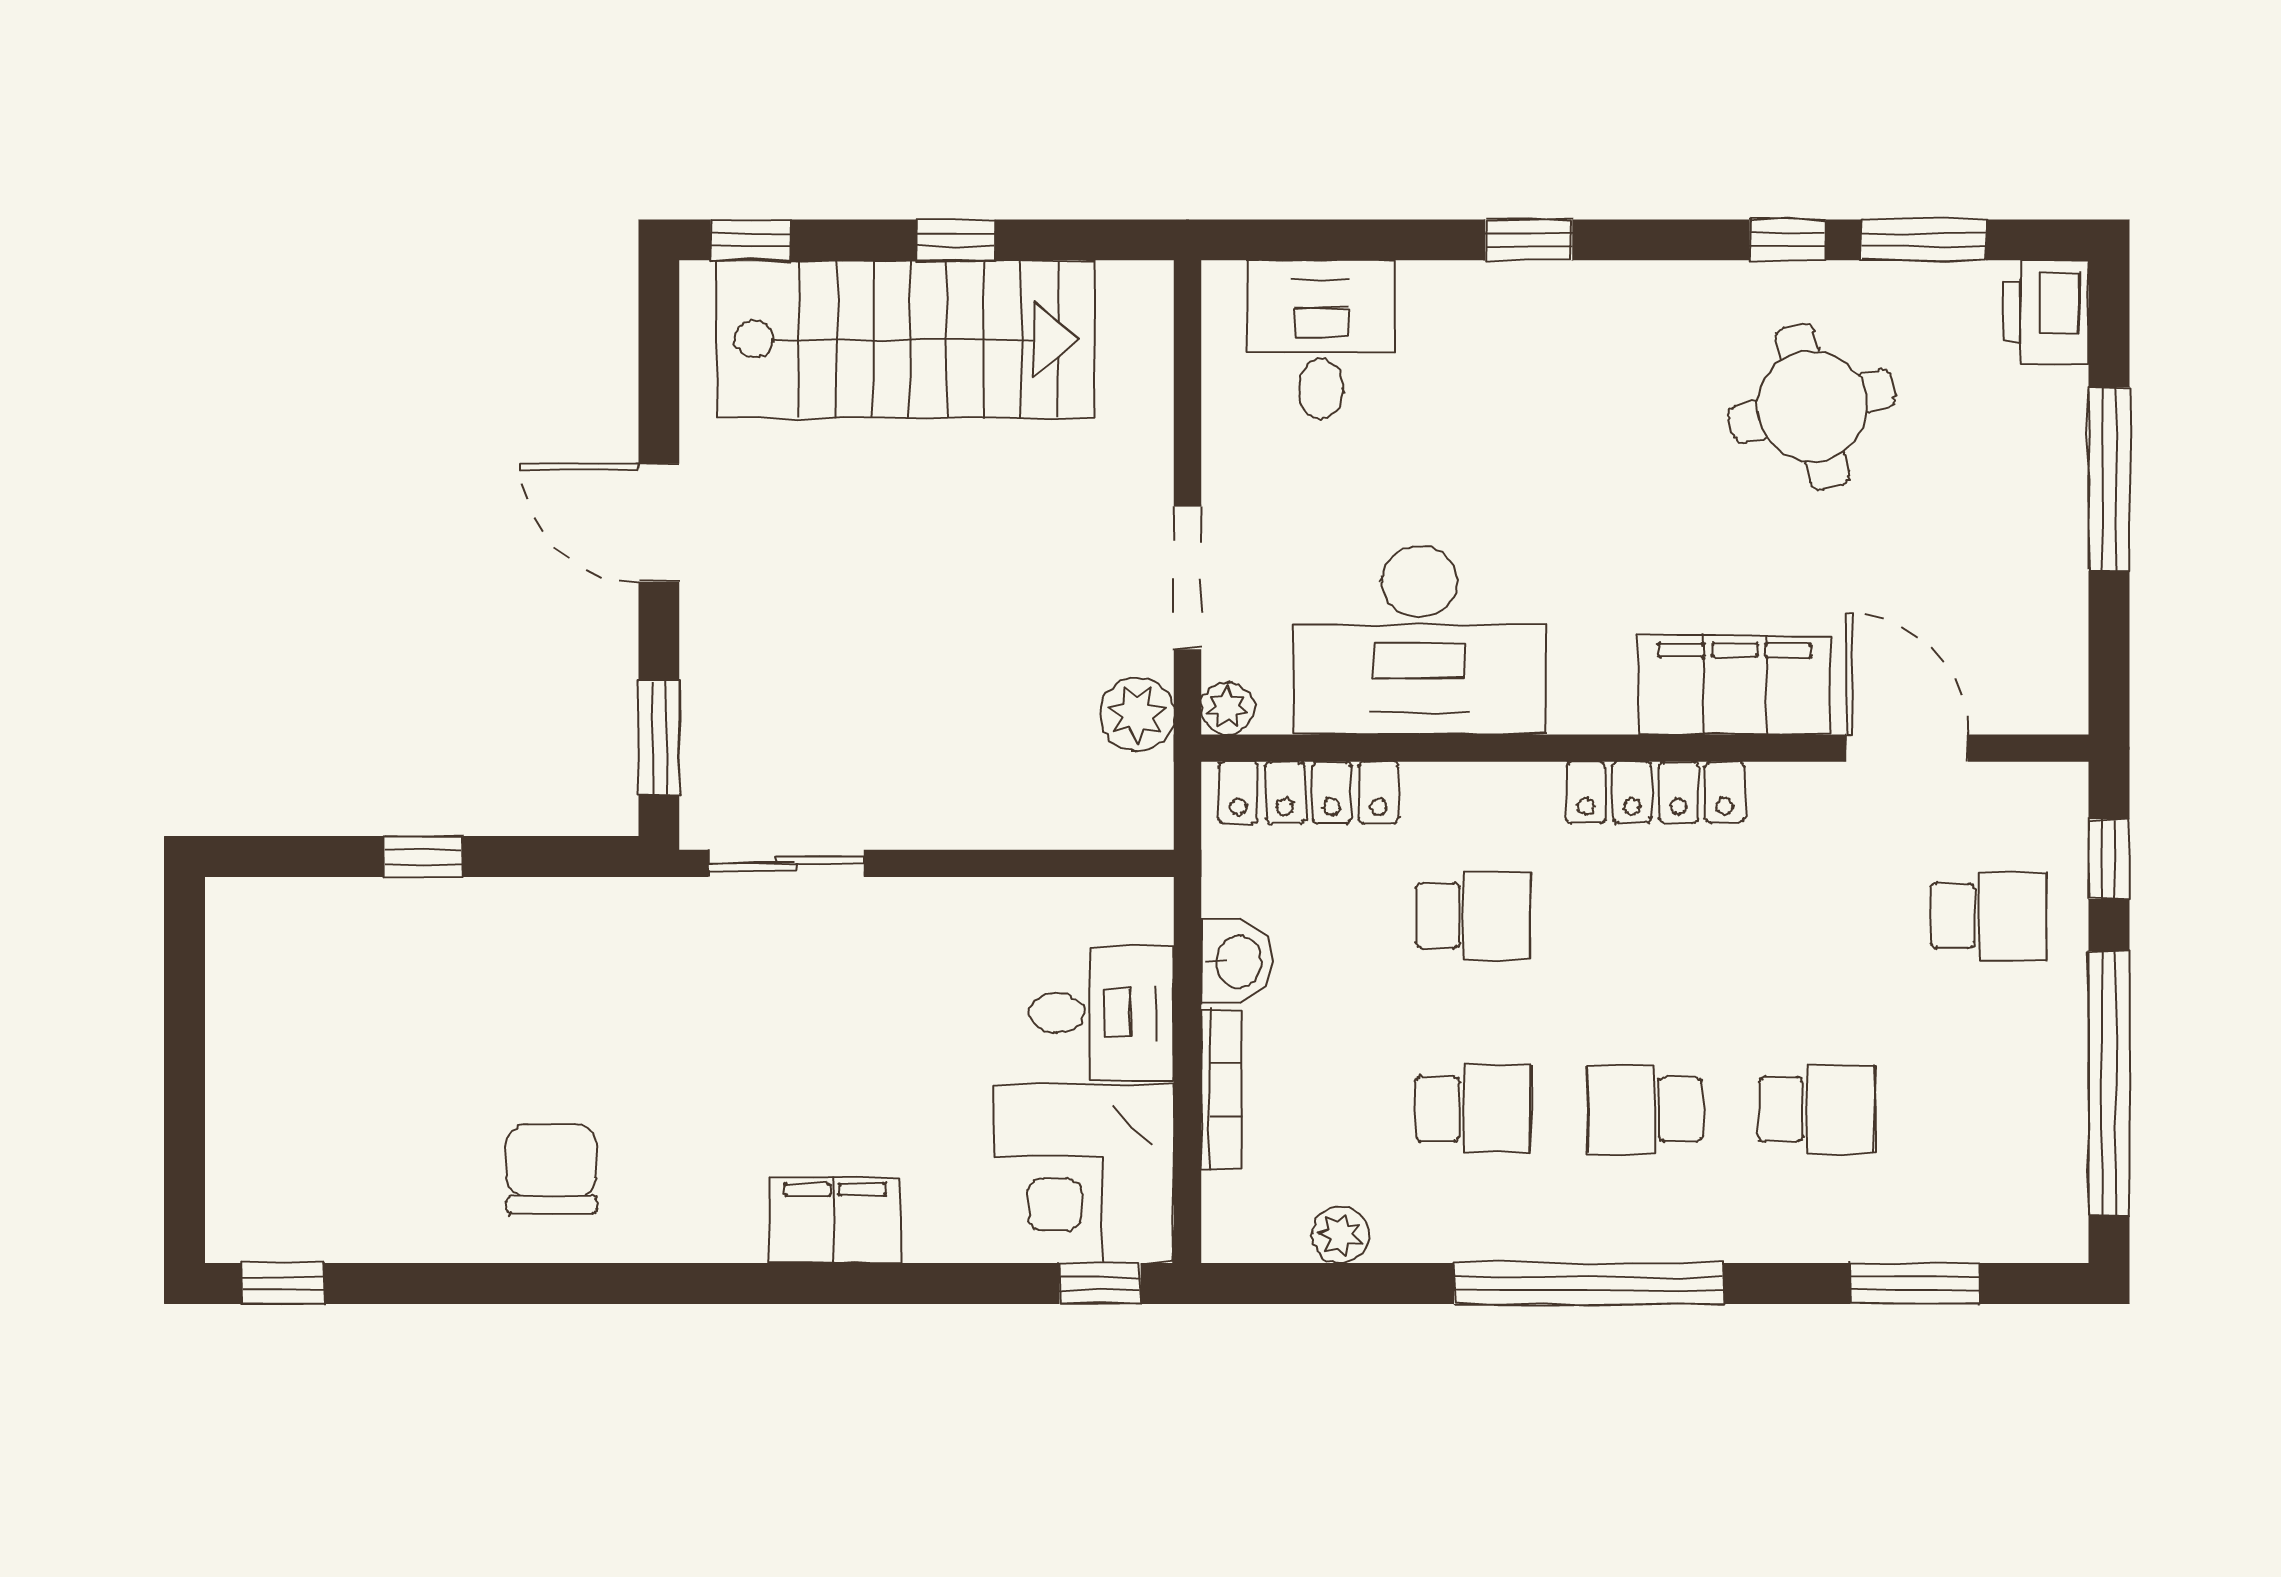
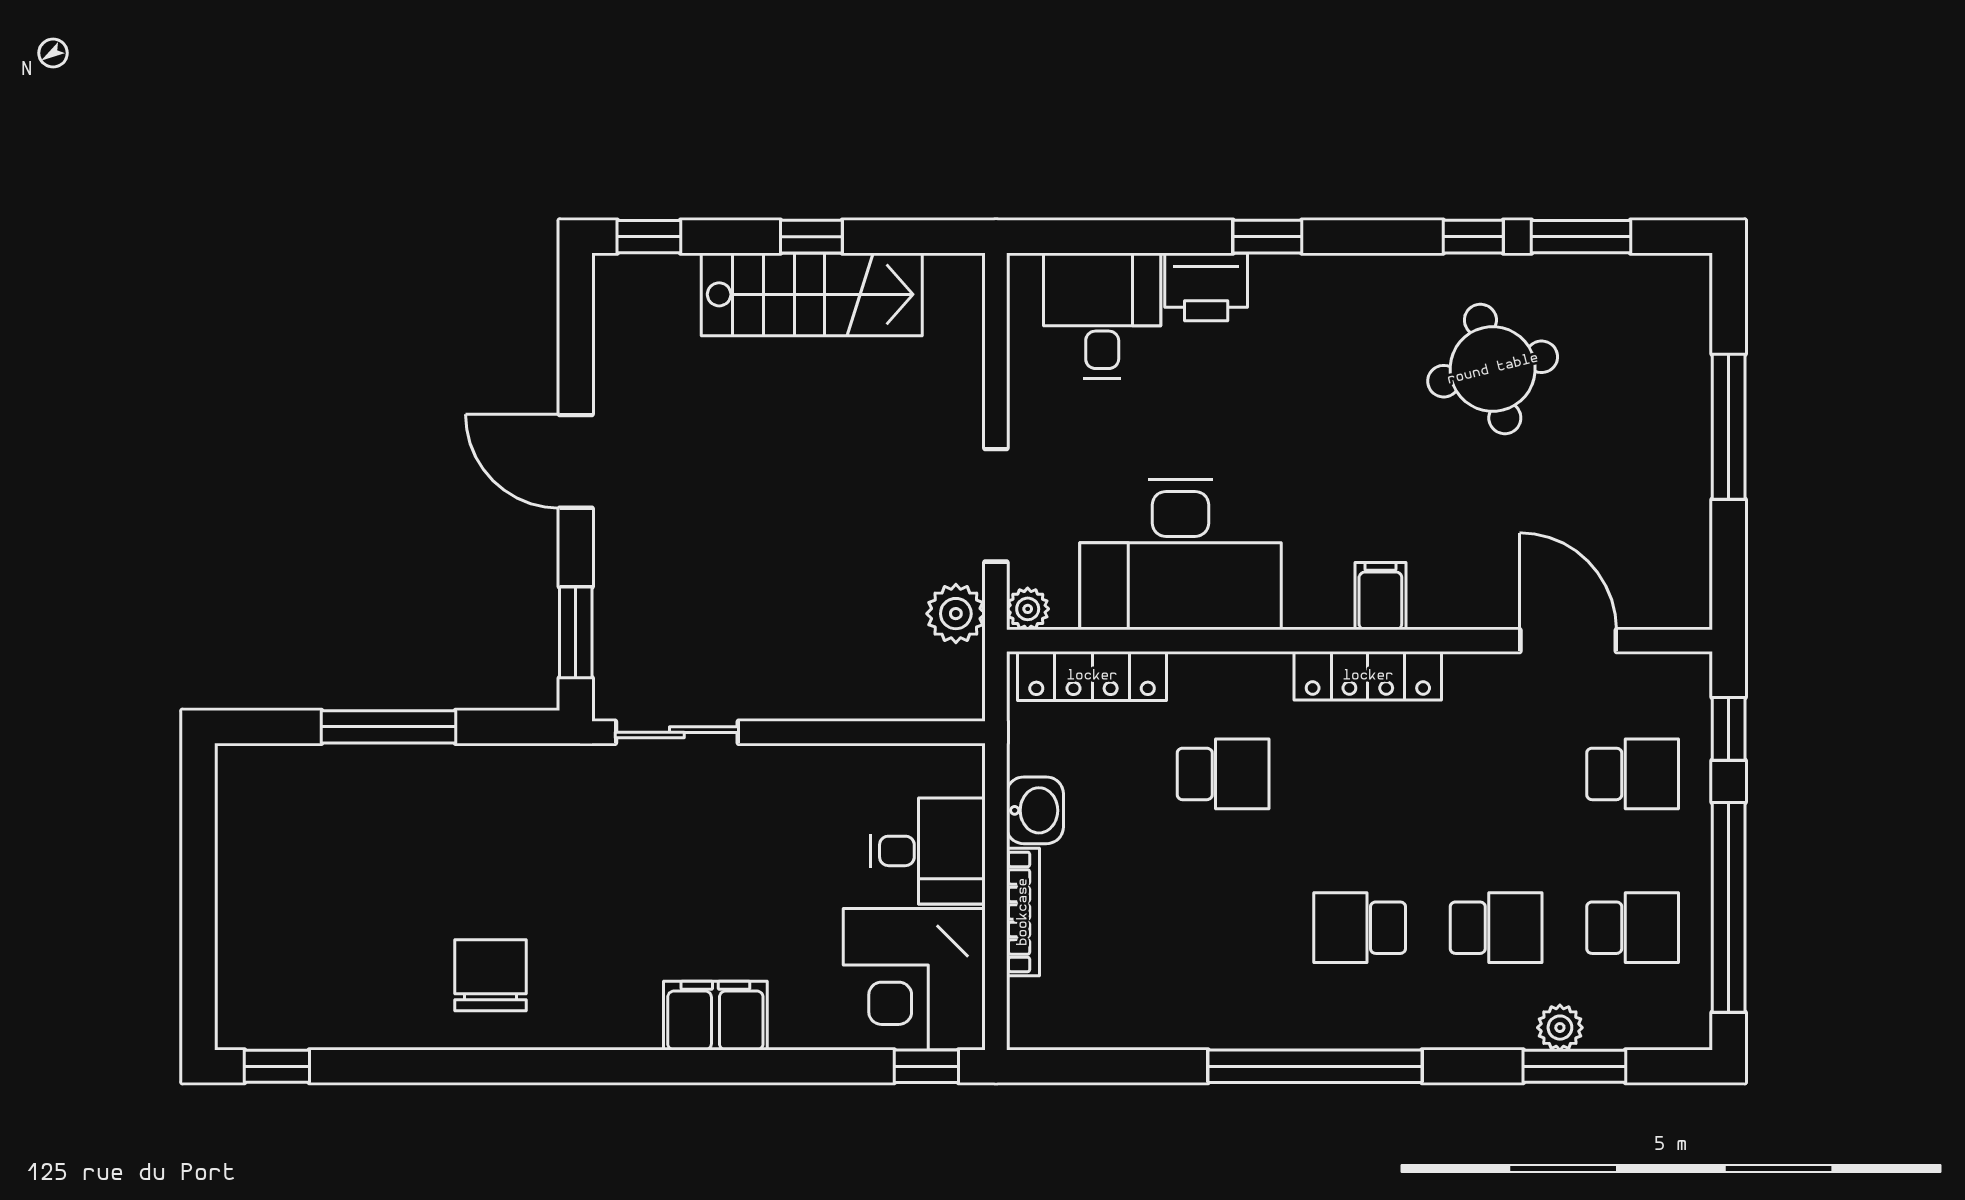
printer: (2046, 312) -> (1206, 287), moved, turned -90
stairs: (905, 339) -> (812, 294), width x0.73, depth x0.66
filing cabinet: (1735, 685) -> (1380, 596), width x0.33, depth x0.86
window: (423, 857) -> (388, 727), width x2.17
school desk: (1473, 1109) -> (1633, 928), moved
plant: (1340, 1235) -> (1560, 1028), moved

